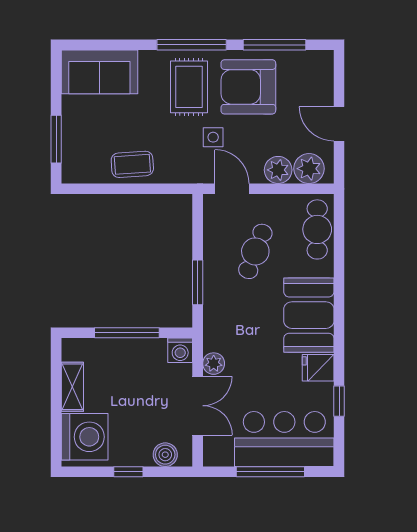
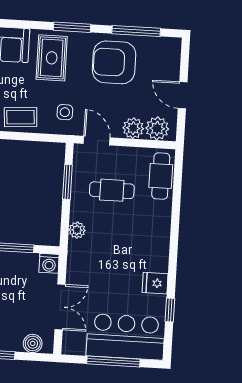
window: (192, 45) -> (72, 27), width x0.69
rug: (189, 87) -> (52, 58), moved
side table: (213, 137) -> (65, 112), moved
cafe table: (255, 251) -> (112, 190), turned 69
window: (198, 282) -> (67, 182), moved
booth: (309, 315) -> (150, 242), removed
plant: (214, 364) -> (77, 230), moved

